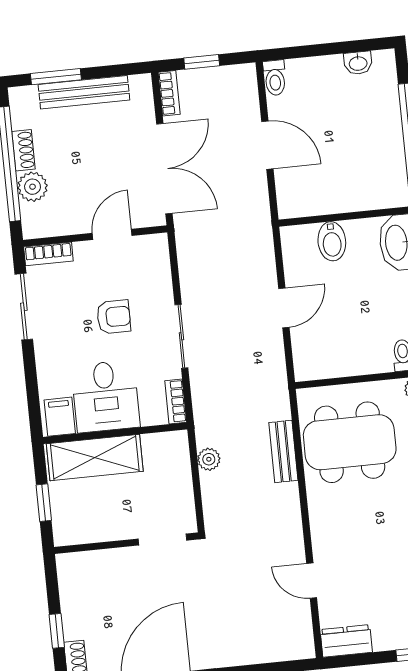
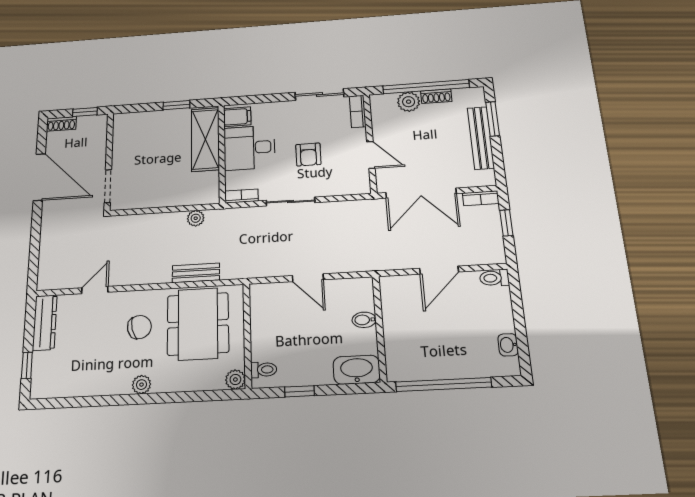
bidet: (332, 241) -> (364, 320), width x0.72, depth x0.74
chair: (357, 516) -> (139, 327), added
doorway: (162, 540) -> (108, 186), moved
wall: (126, 543) -> (109, 161), moved
dresser: (346, 641) -> (45, 323), width x1.44

